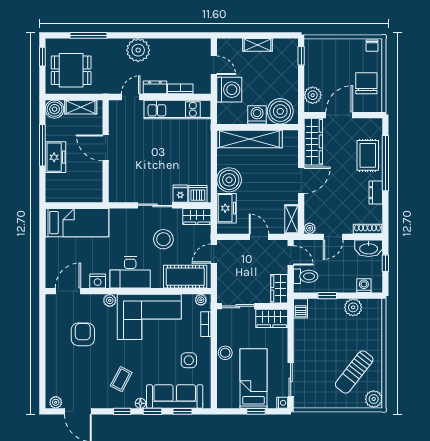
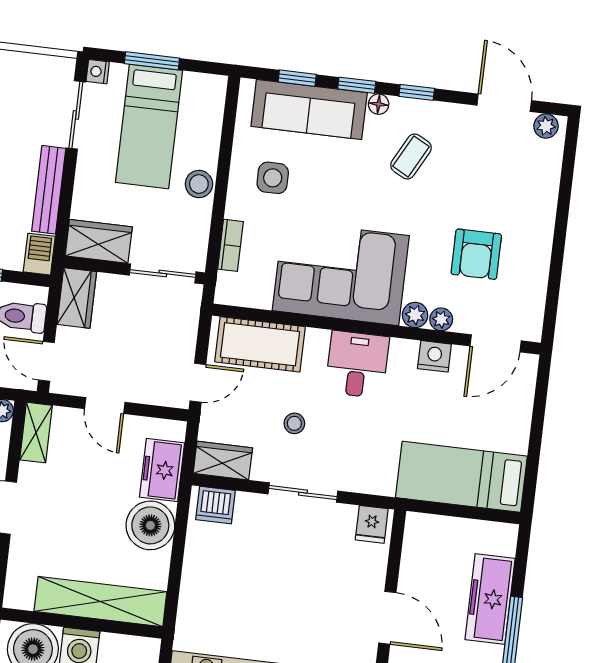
freezer: (55, 157) -> (490, 599), width x1.40
fridge: (180, 194) -> (372, 524), moved
stool: (163, 239) -> (294, 423), width x0.53, depth x0.53
desk: (130, 272) -> (357, 364), width x0.73
plant: (201, 300) -> (441, 319), moved
bench: (300, 341) -> (49, 190), added
window: (256, 411) -> (152, 61), width x1.50

